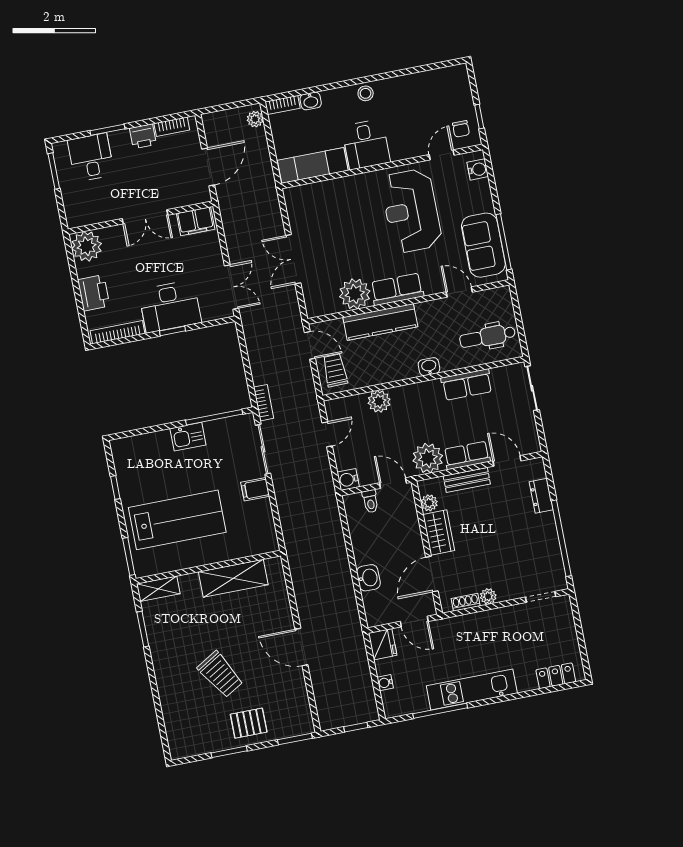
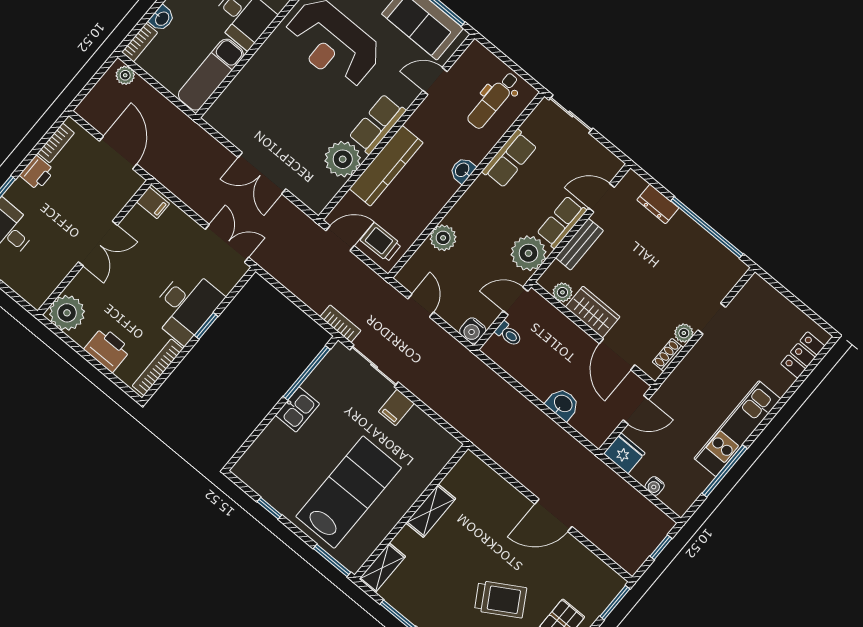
filing cabinet: (196, 221) -> (153, 203), width x0.50
shelving: (233, 578) -> (431, 511), width x0.67, depth x0.75
doorway: (541, 597) -> (712, 319), moved

